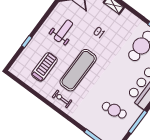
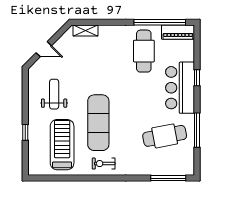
treadmill: (44, 67) -> (62, 145), width x1.37, depth x1.38
cafe table: (114, 110) -> (165, 136), width x1.37, depth x1.35

